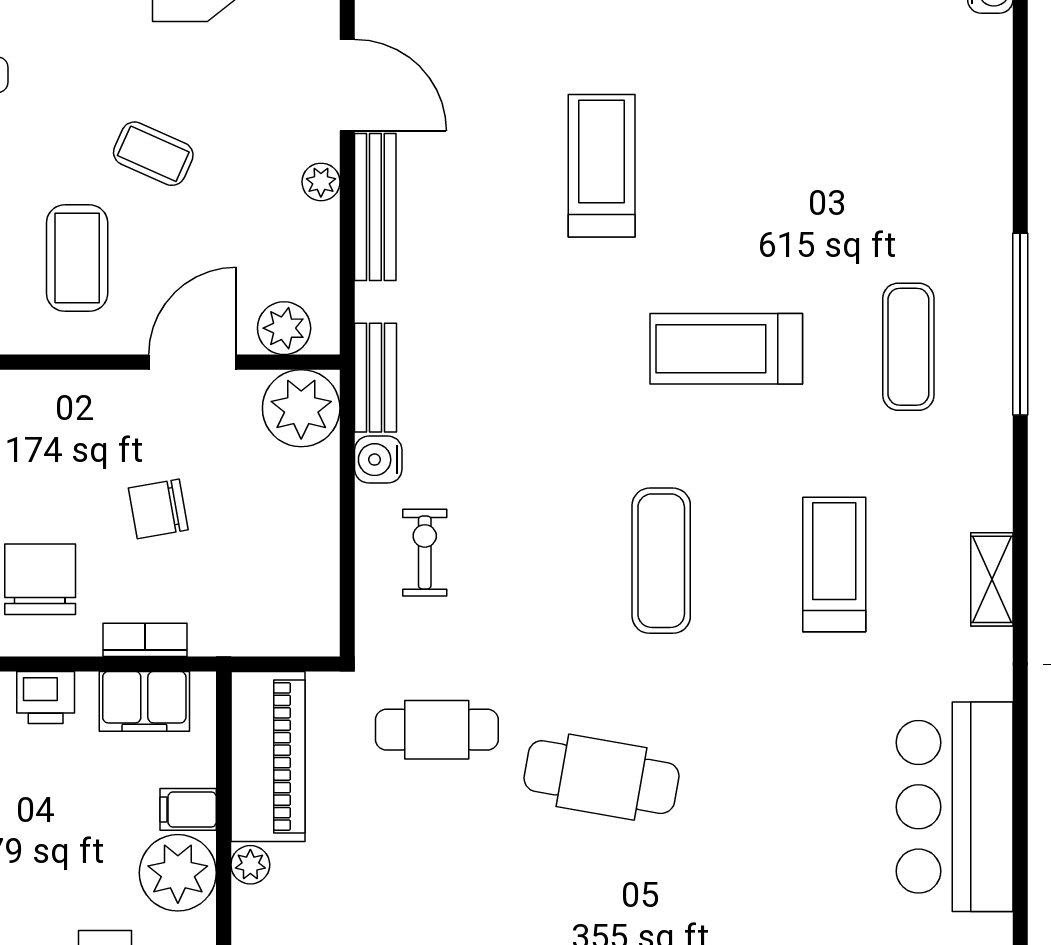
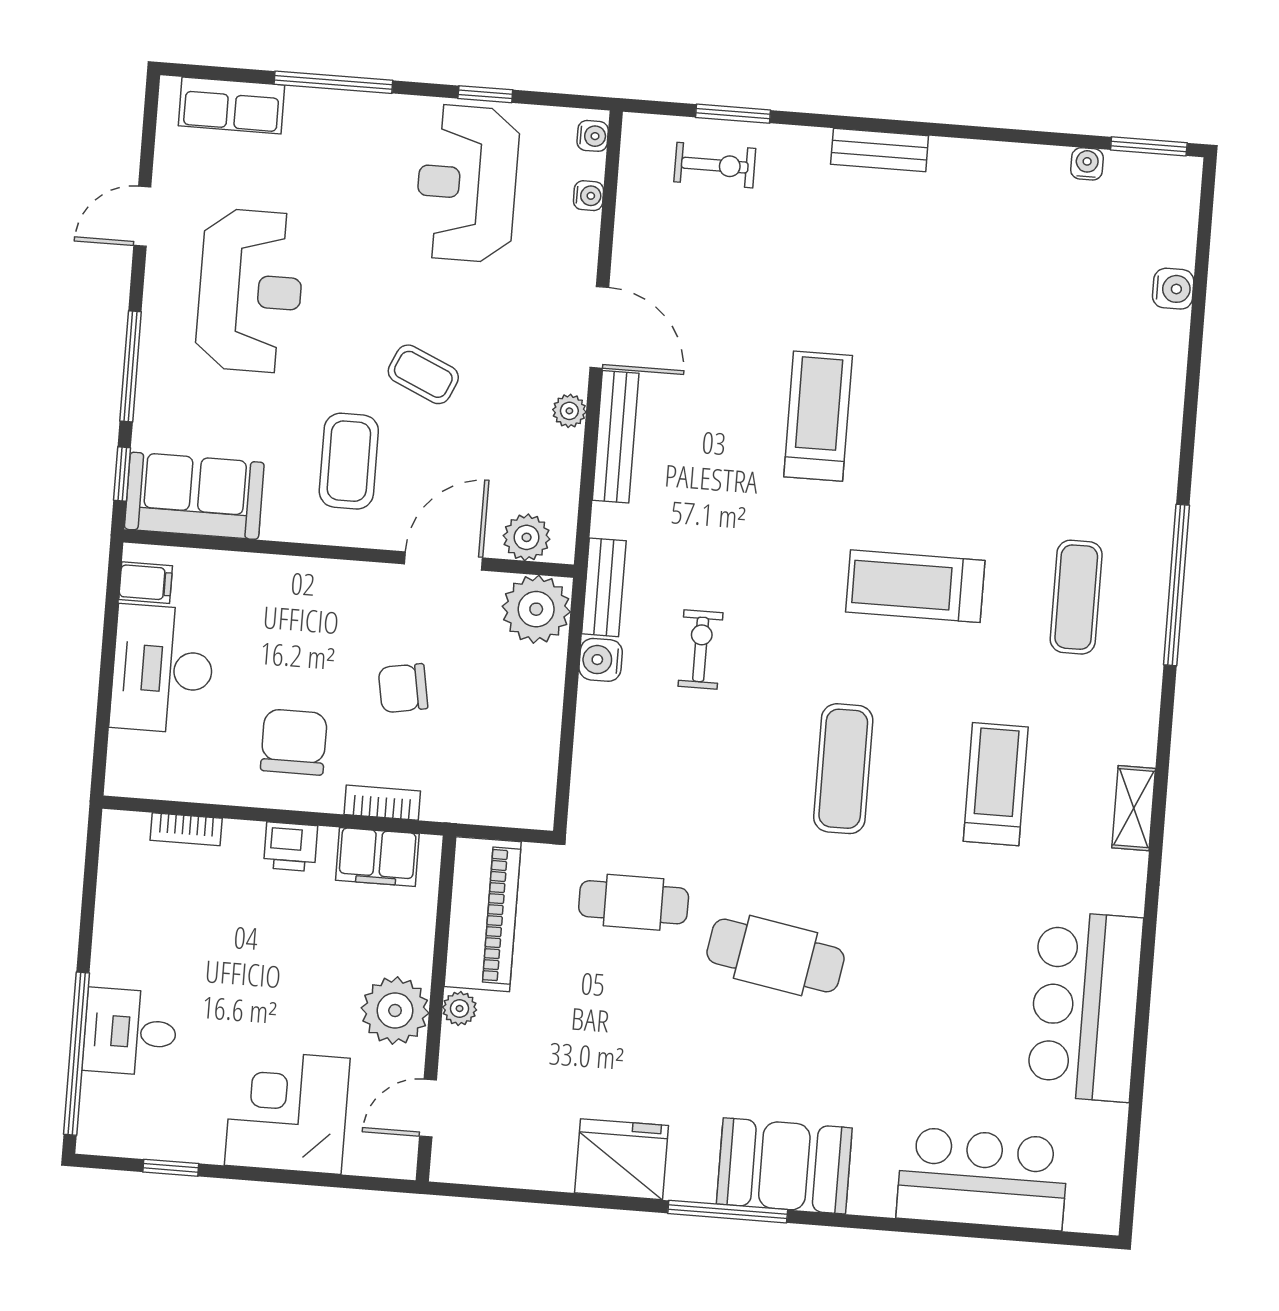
exercise bike: (425, 553) -> (701, 649), moved
filing cabinet: (188, 809) -> (409, 955), removed

